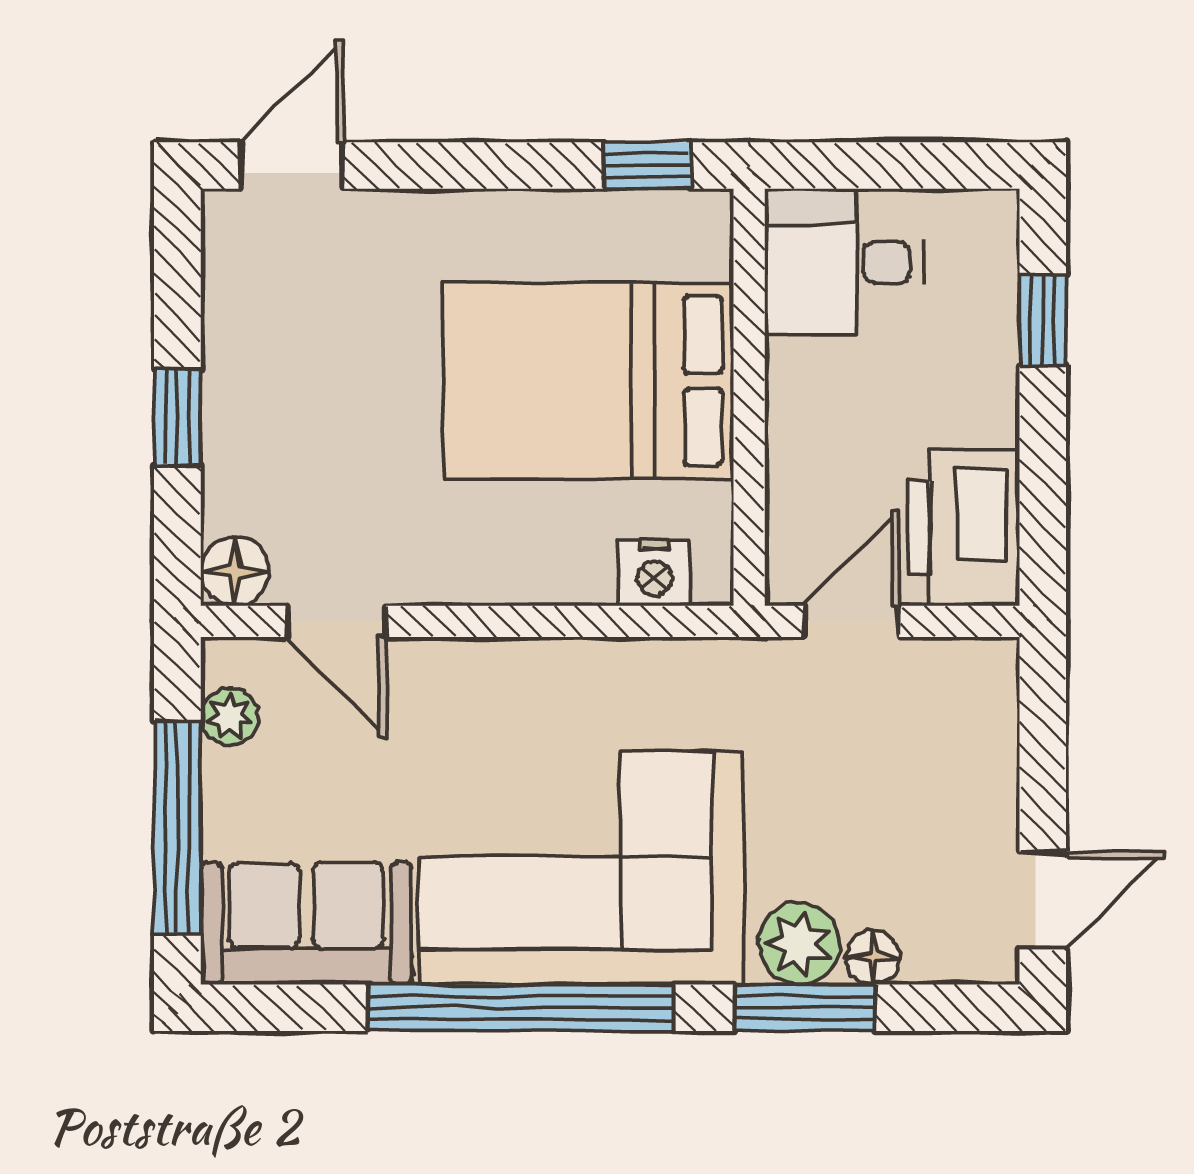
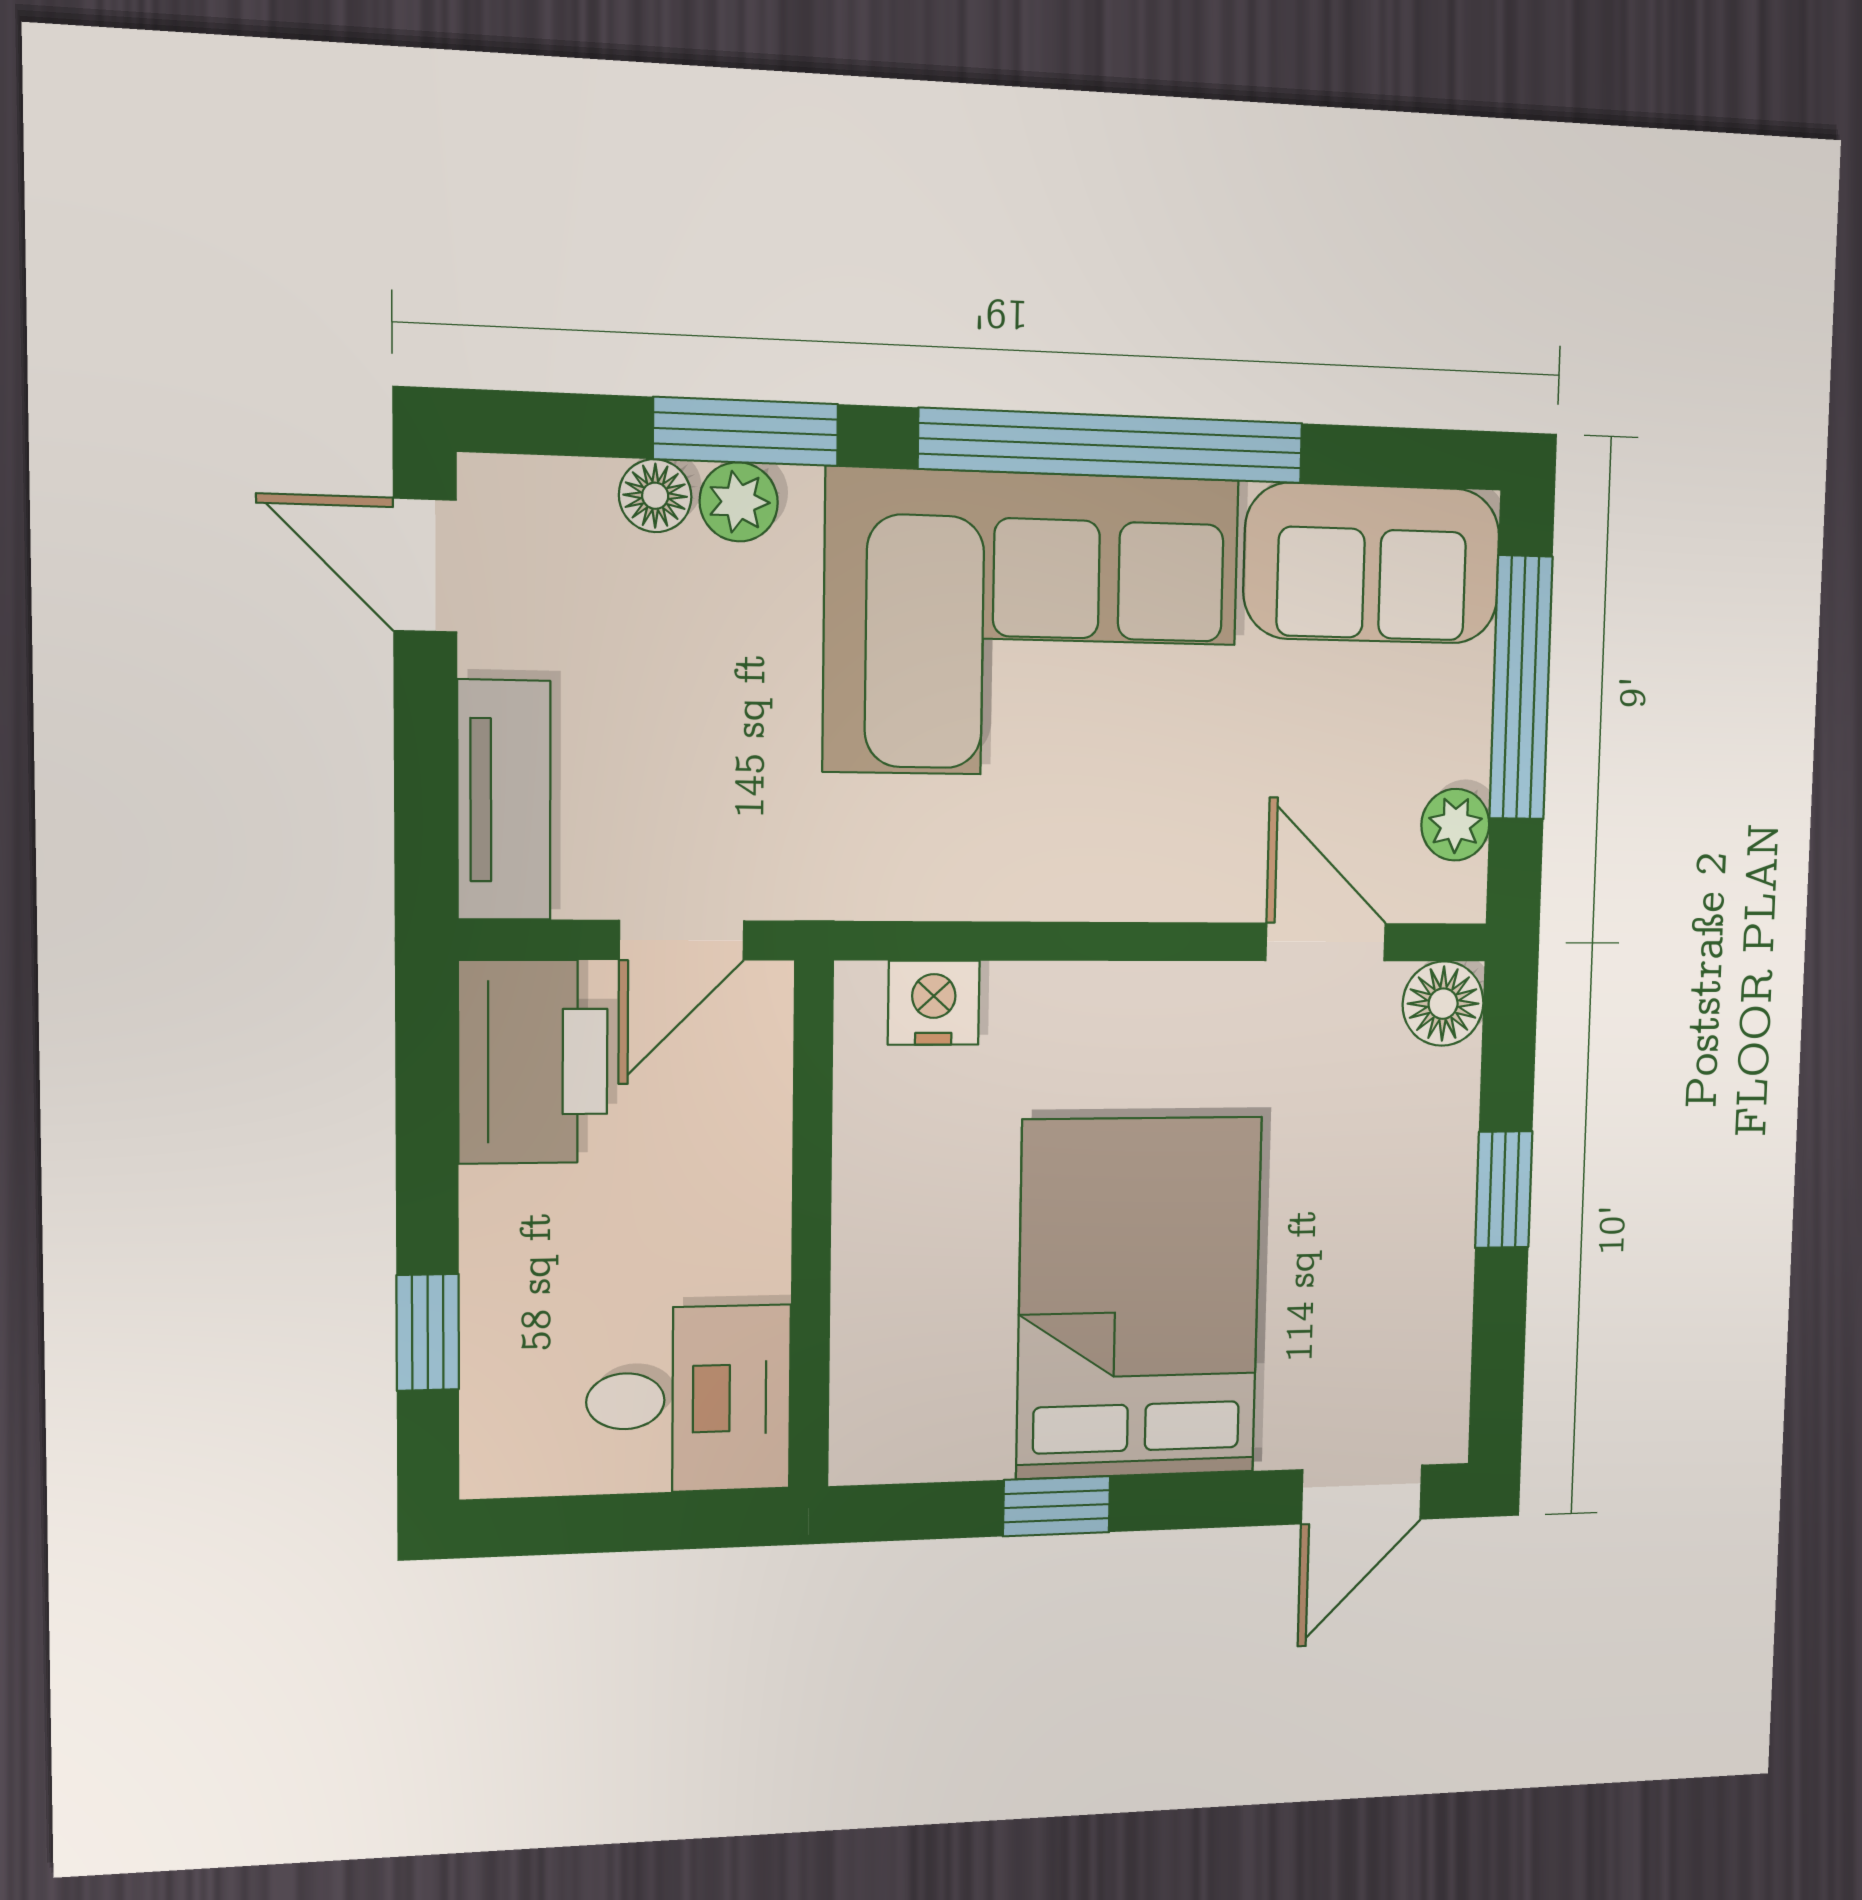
window: (647, 166) -> (1057, 1506), moved
bed: (588, 381) -> (1139, 1298), moved, turned -90
tv unit: (985, 727) -> (504, 800), added
door: (1043, 900) -> (425, 565), hinge flipped
plant: (799, 944) -> (739, 502), width x0.73, depth x0.73

